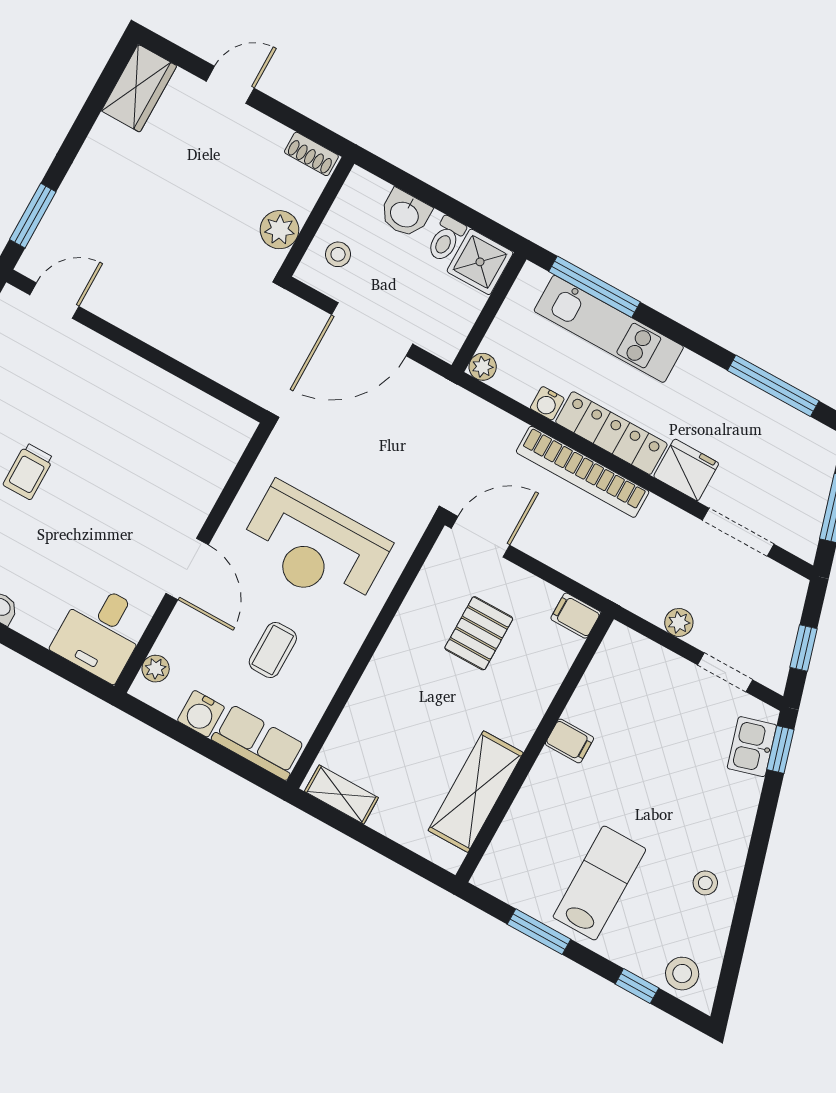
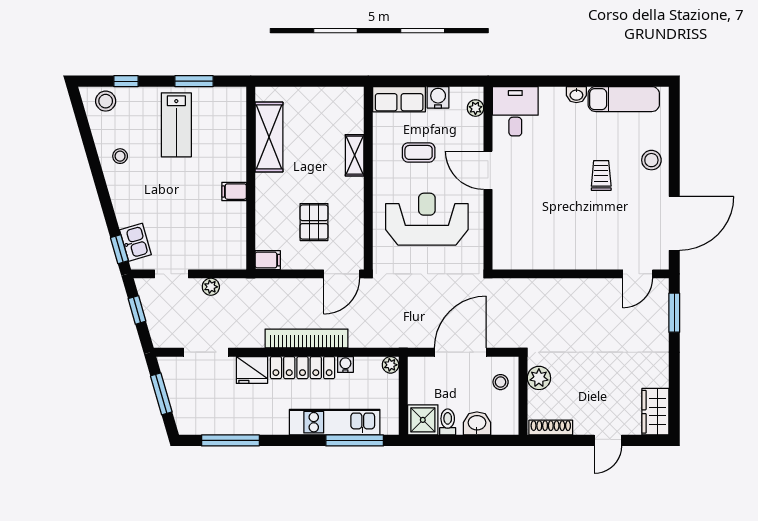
shoe rack: (311, 154) -> (551, 428), width x1.43
coffee table: (273, 650) -> (419, 152), turned 90
shelving: (341, 794) -> (355, 155), moved, turned 90

